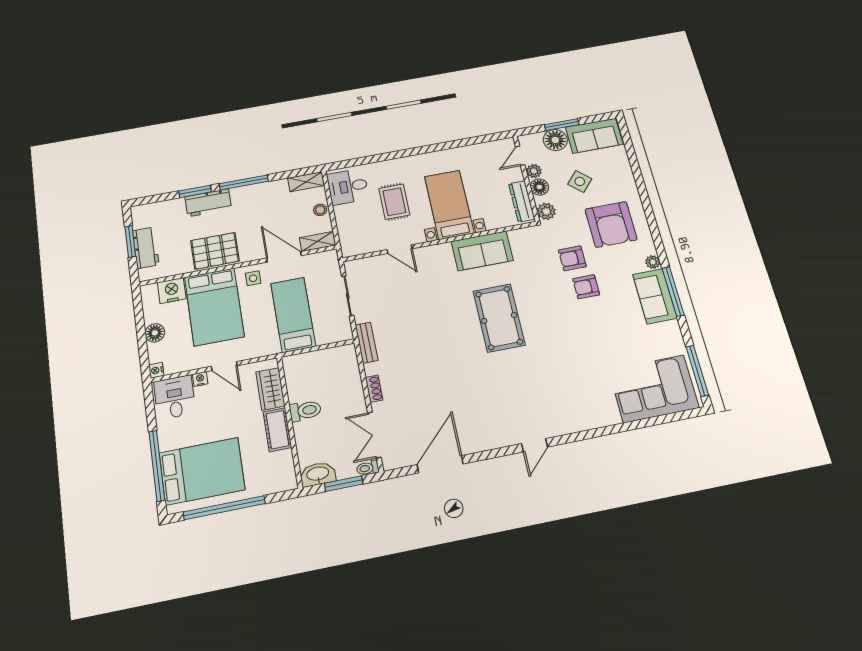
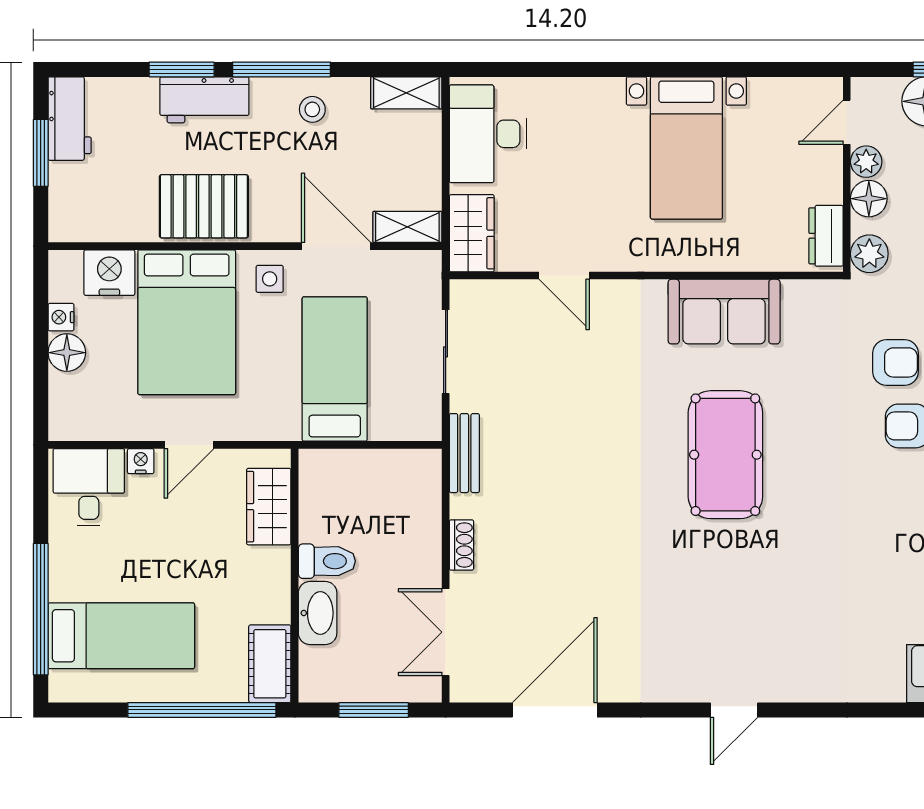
desk: (348, 187) -> (488, 134), width x1.37
dresser: (522, 201) -> (826, 236), width x0.70
rug: (394, 202) -> (574, 172), removed
bed with nightstands: (449, 205) -> (686, 148), moved, turned 180
stool: (320, 210) -> (312, 109), moved
wardrobe: (350, 238) -> (472, 233), added
workbench: (146, 248) -> (70, 119), moved
armchair: (572, 258) -> (895, 362), turned 180
door: (224, 366) -> (189, 445), hinge flipped
nightstand: (156, 370) -> (61, 317), moved
cot: (277, 430) -> (270, 664), moved
toilet: (368, 468) -> (422, 690), removed
bed: (202, 471) -> (121, 636), width x0.67
washbasin: (318, 474) -> (318, 613), moved, turned 90
window: (224, 508) -> (202, 710), moved

